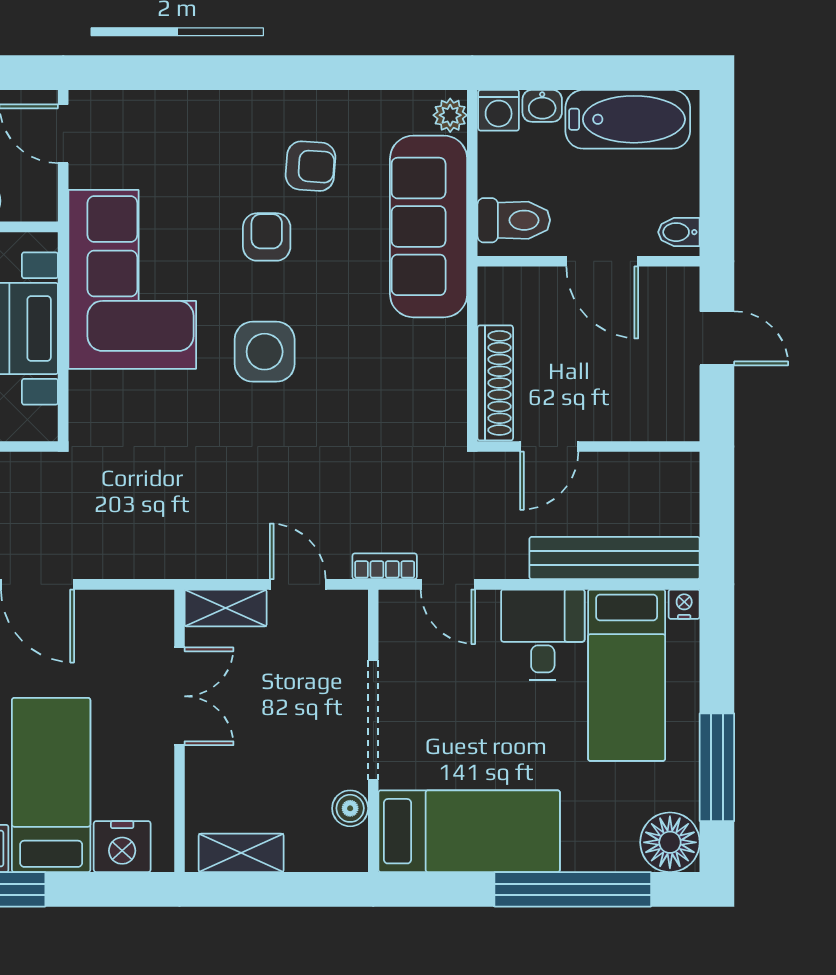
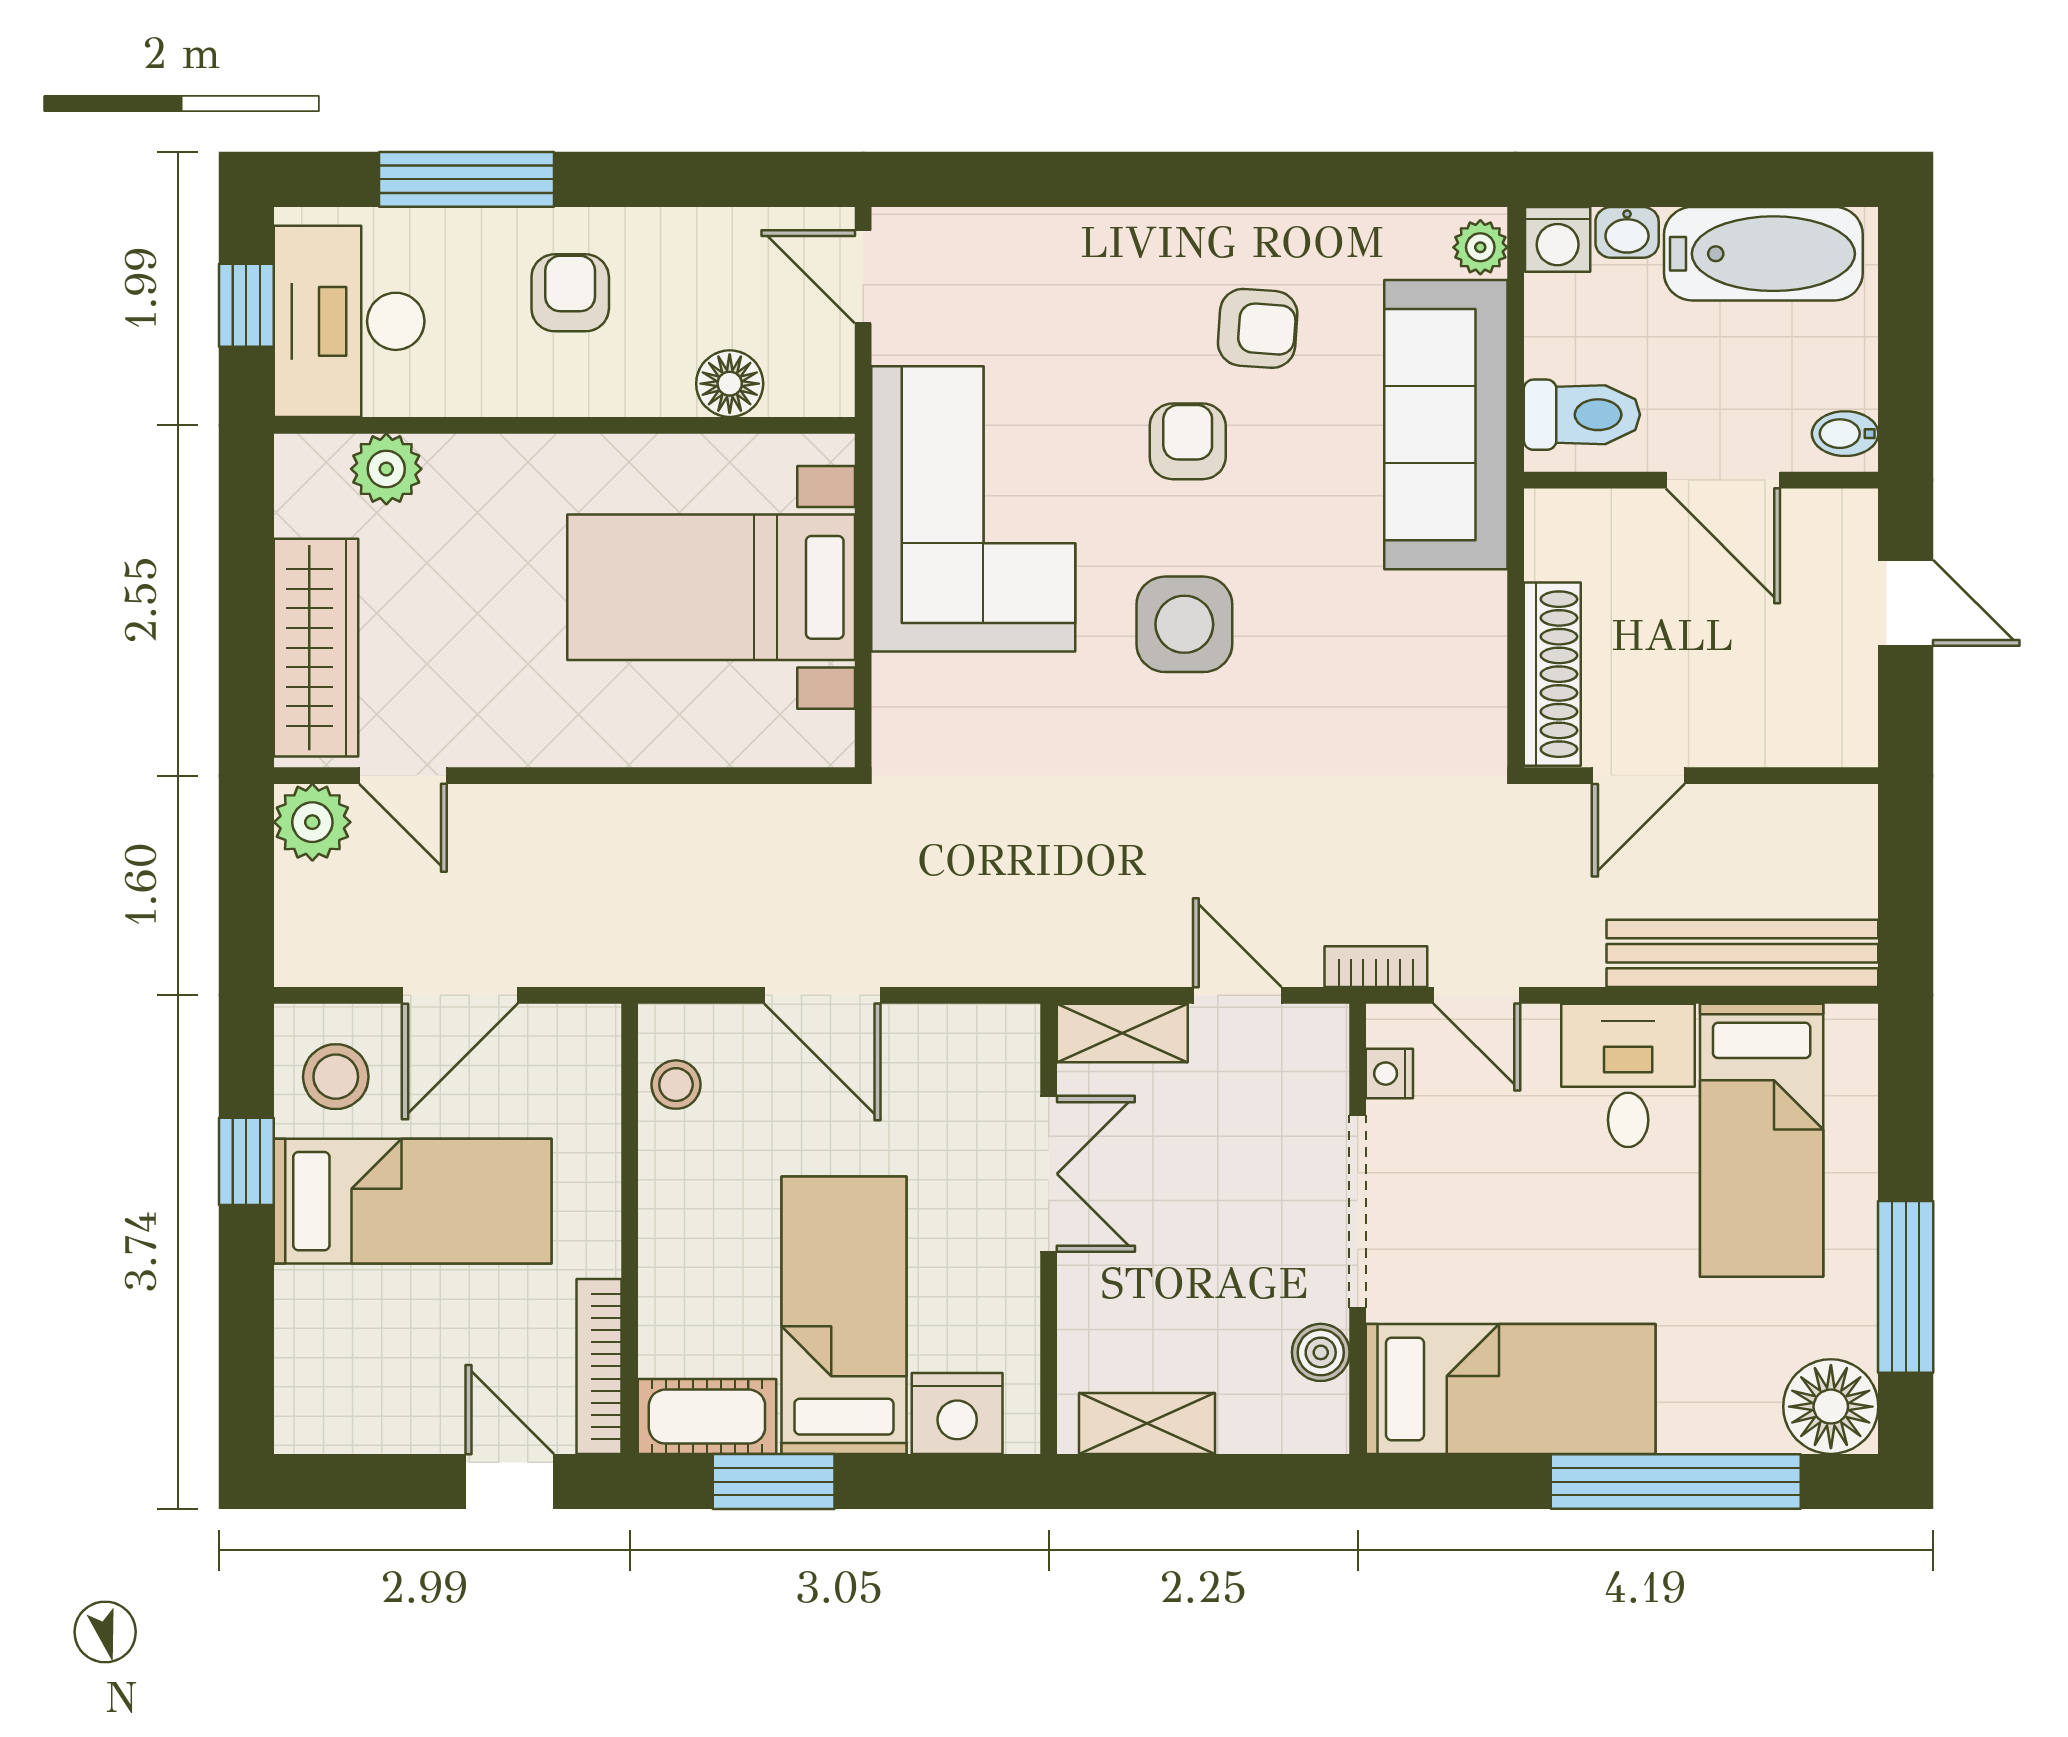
nightstand: (684, 604) -> (1389, 1074), moved, turned -90

